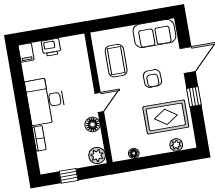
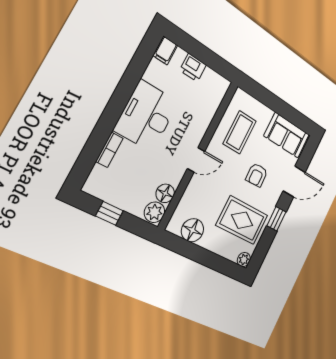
floor lamp: (92, 125) -> (165, 193), moved
plant: (176, 145) -> (244, 260), moved
floor lamp: (134, 153) -> (193, 230), width x1.89, depth x1.89

